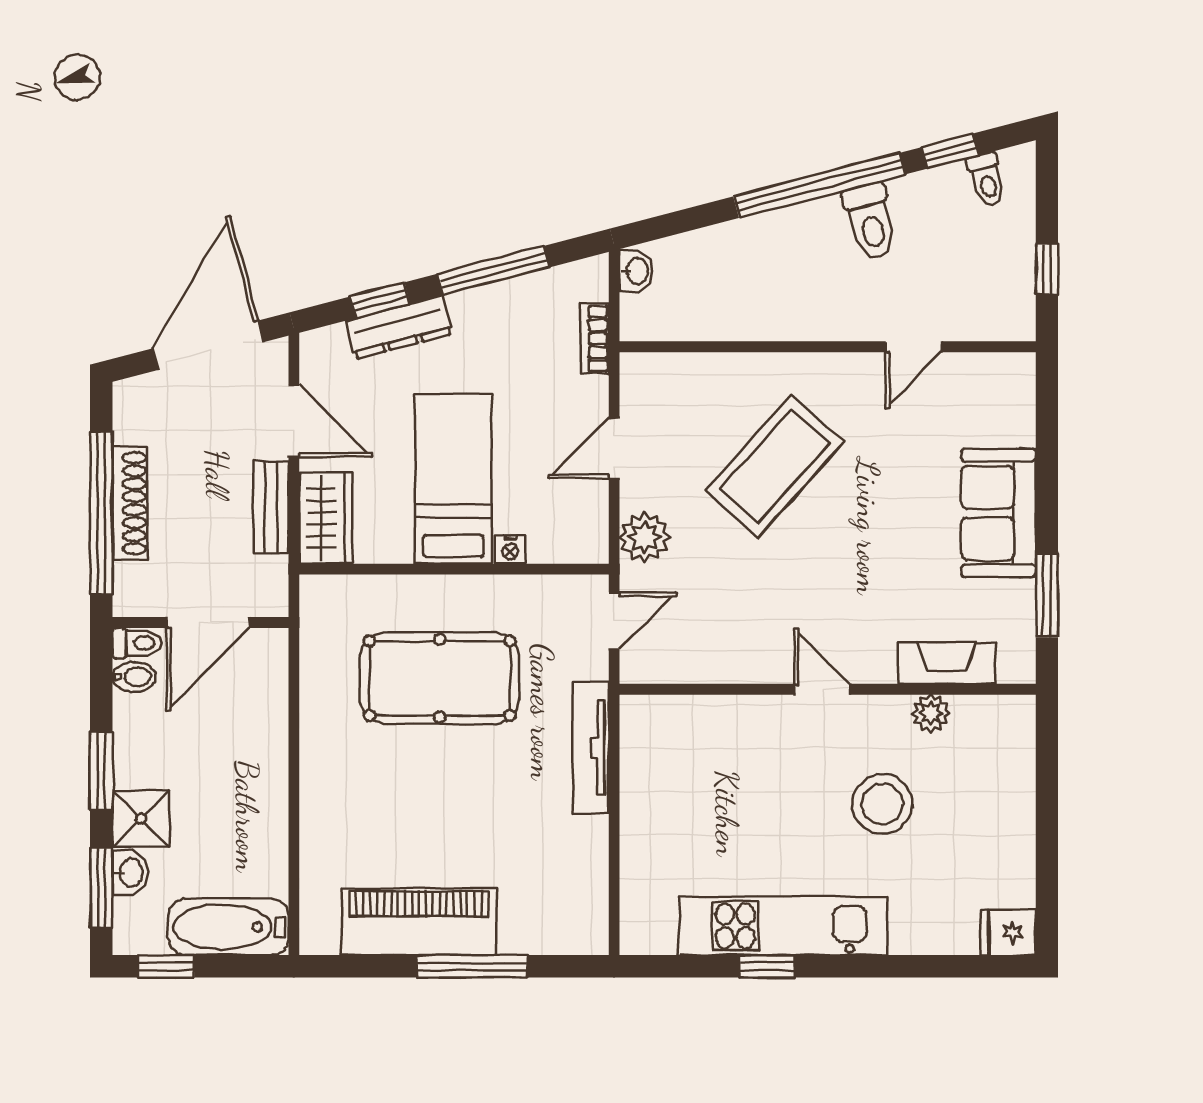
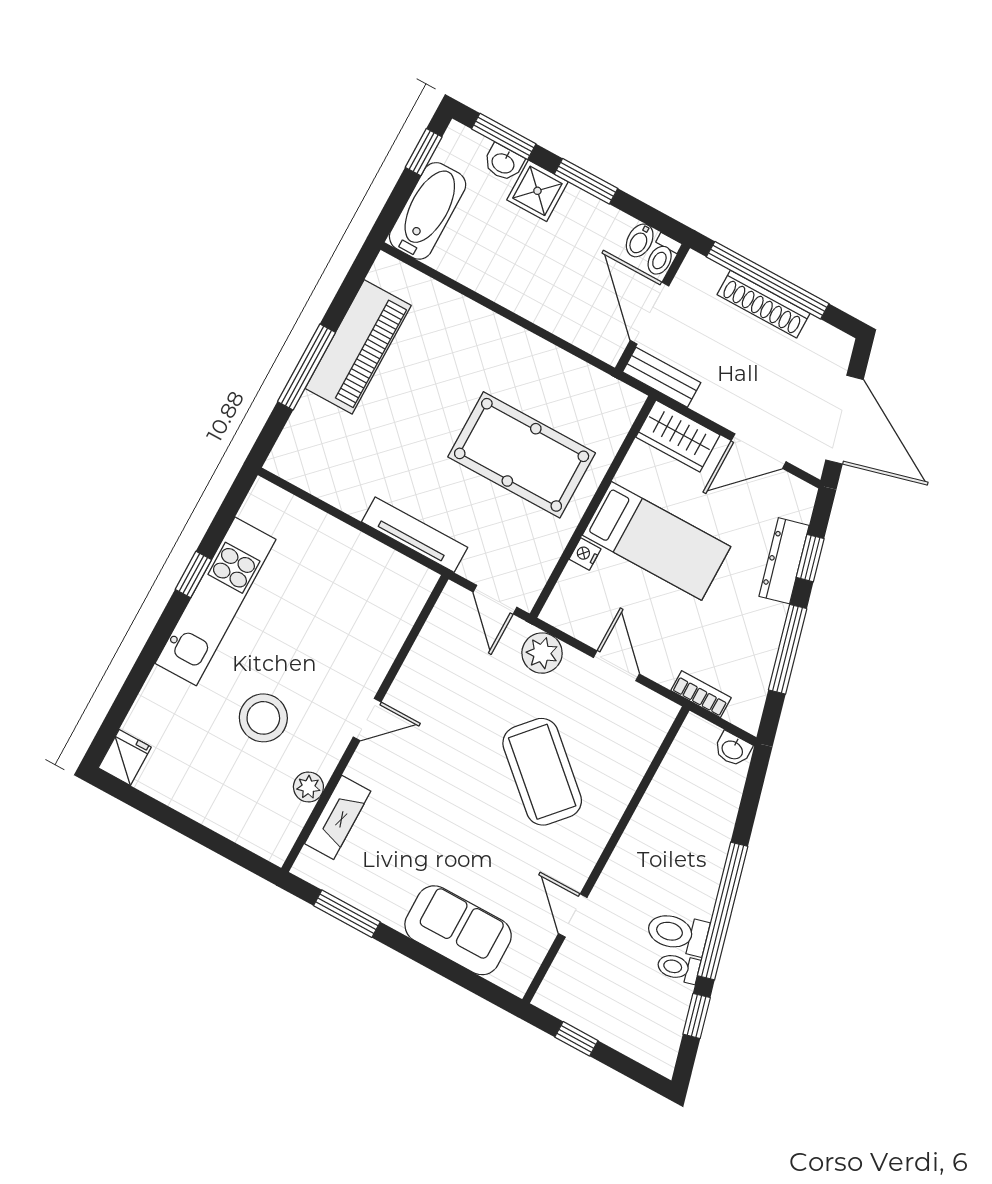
toilet: (987, 179) -> (678, 968), moved
bench: (271, 508) -> (662, 377), moved
sofa: (999, 513) -> (458, 930), moved
pool table: (440, 678) -> (522, 455), turned 90

